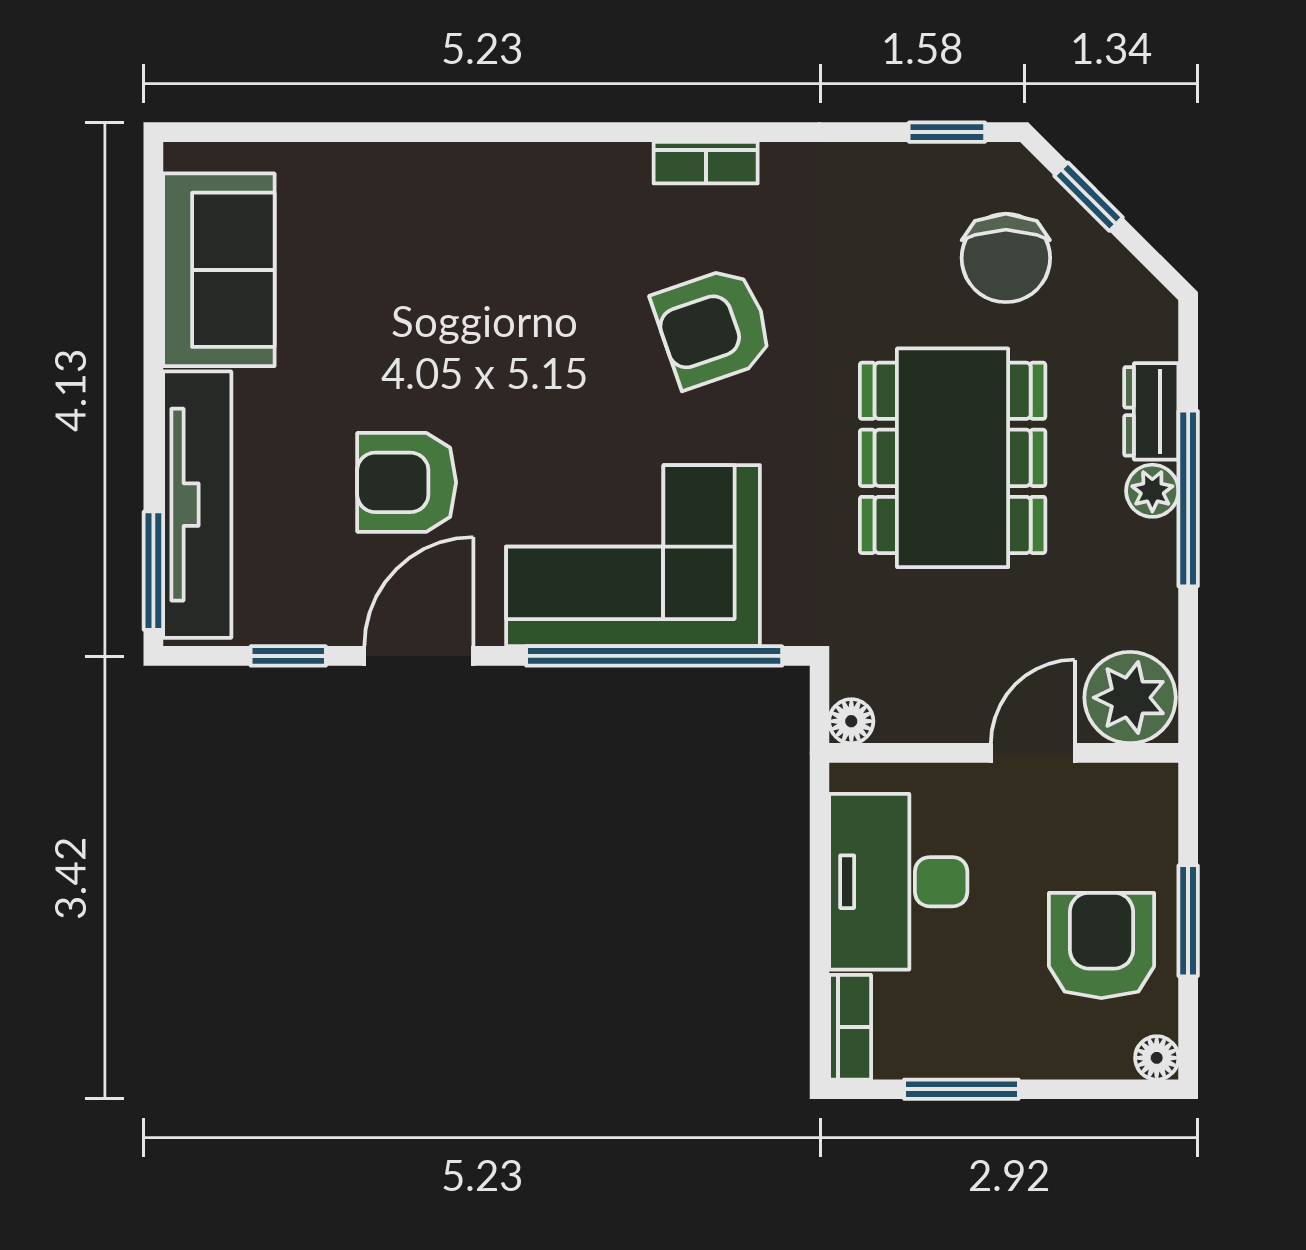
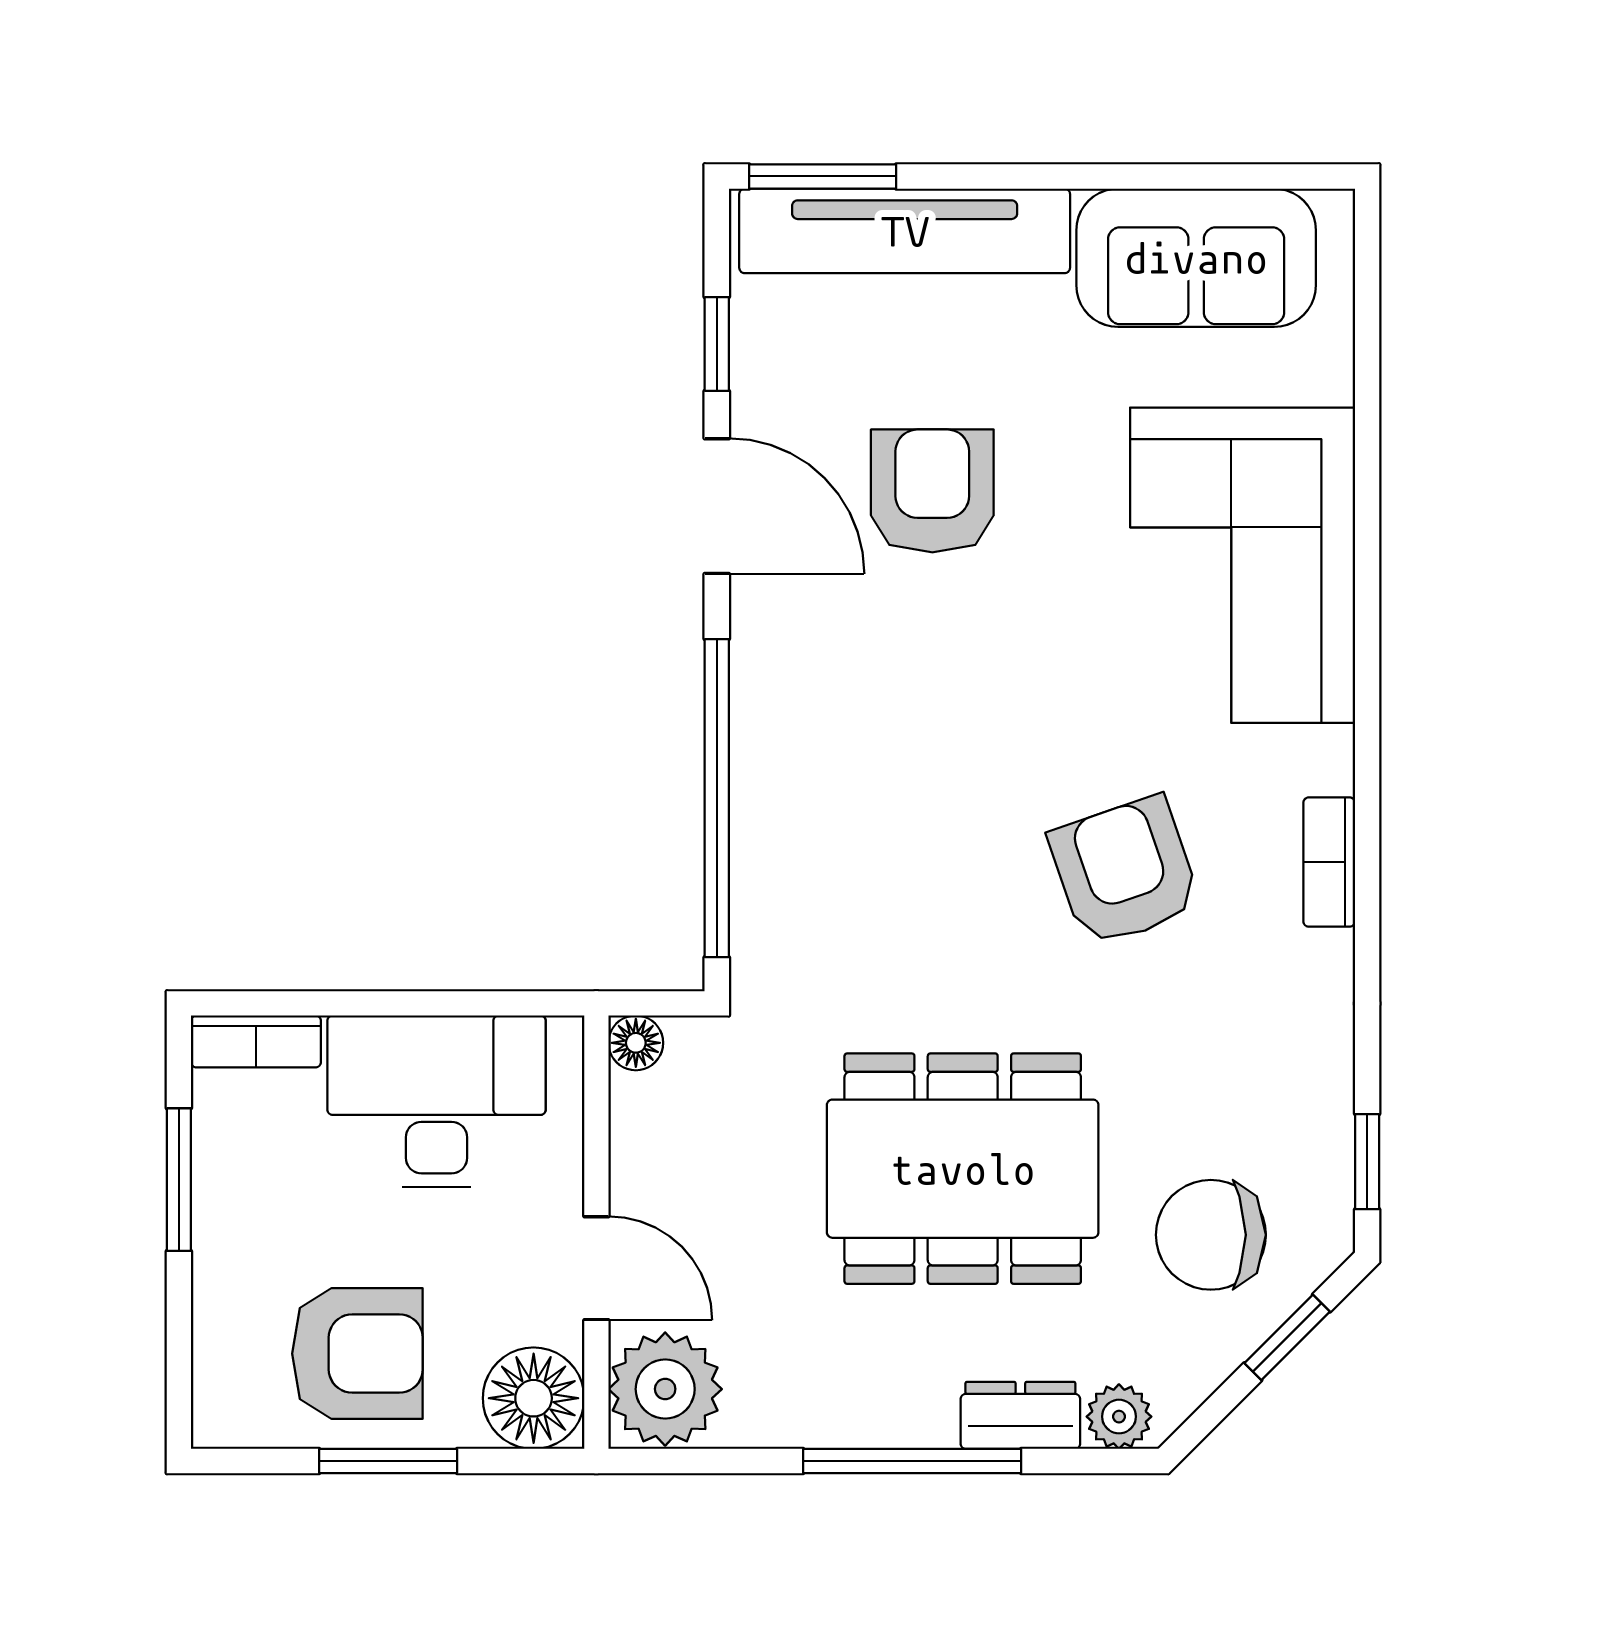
plant: (1152, 491) -> (1119, 1417), moved
corner sofa: (633, 556) -> (1243, 565), moved, turned 180
floor lamp: (1157, 1058) -> (534, 1398), moved, width x1.89, depth x1.89

